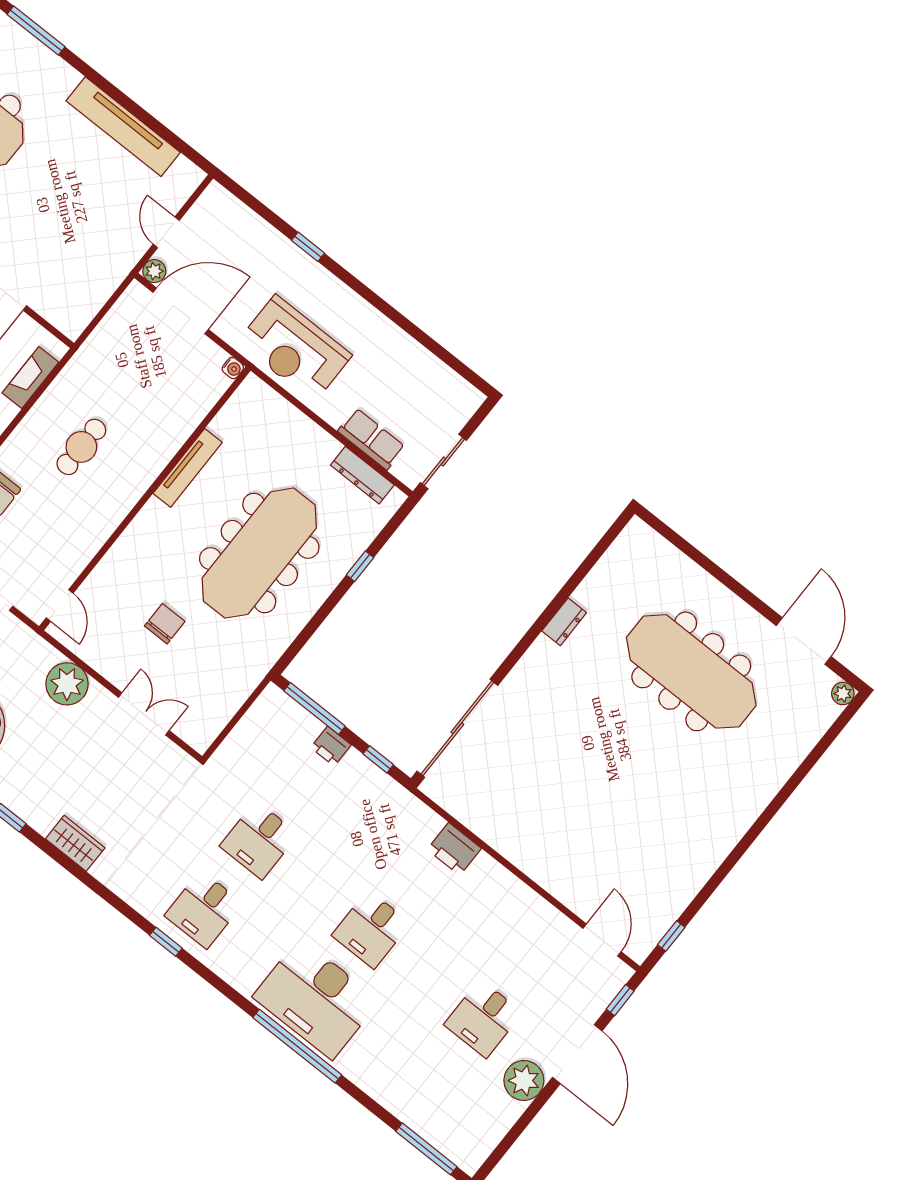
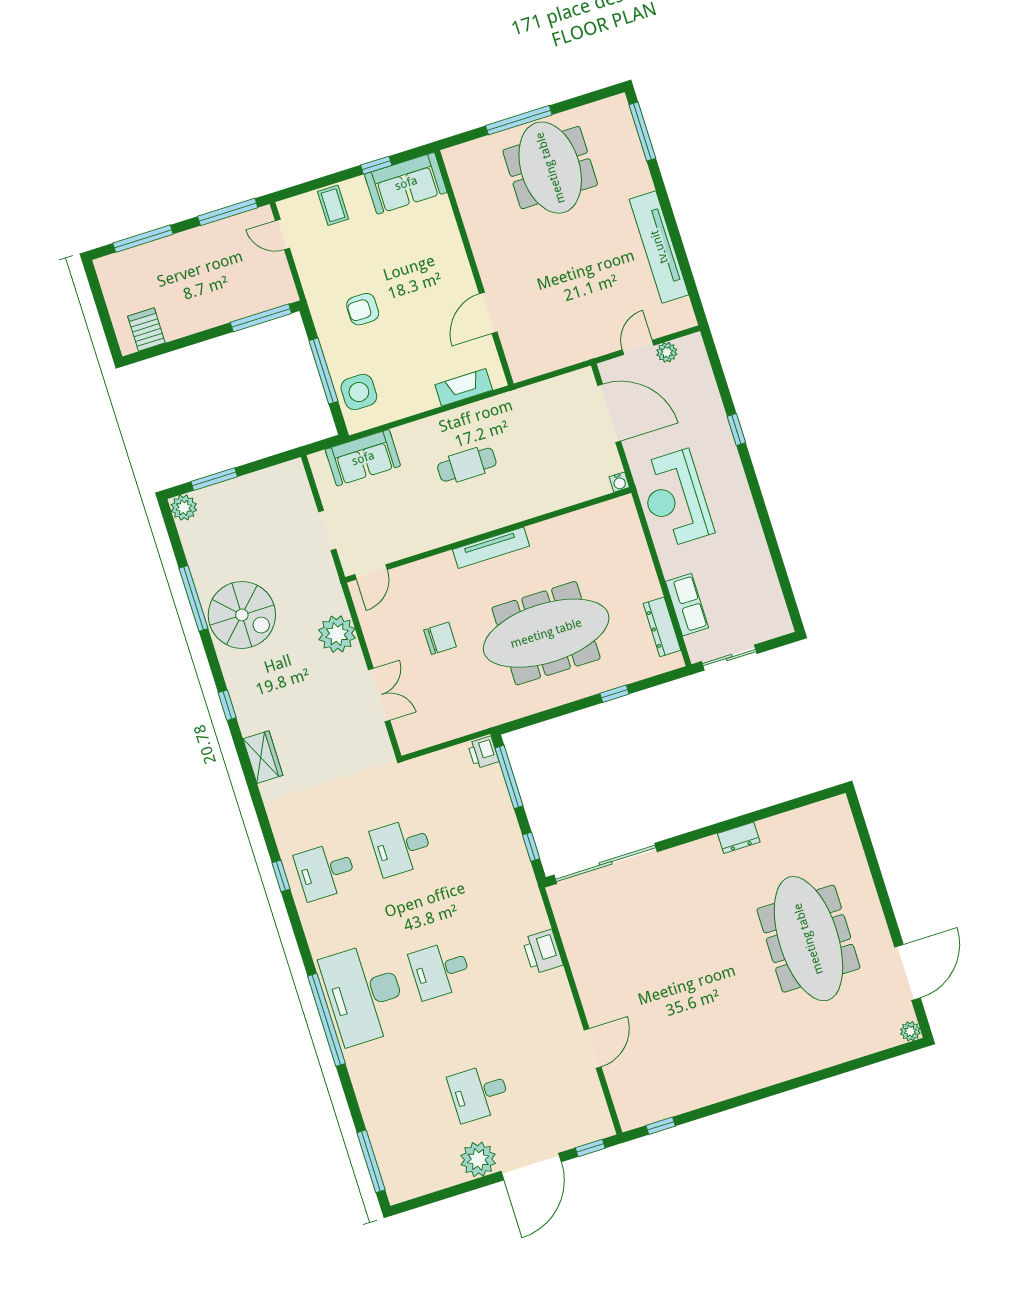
plant: (154, 271) -> (667, 352), moved
tv unit: (188, 468) -> (491, 548), moved
printer: (331, 746) -> (483, 752), moved
door: (602, 940) -> (593, 1048), moved

